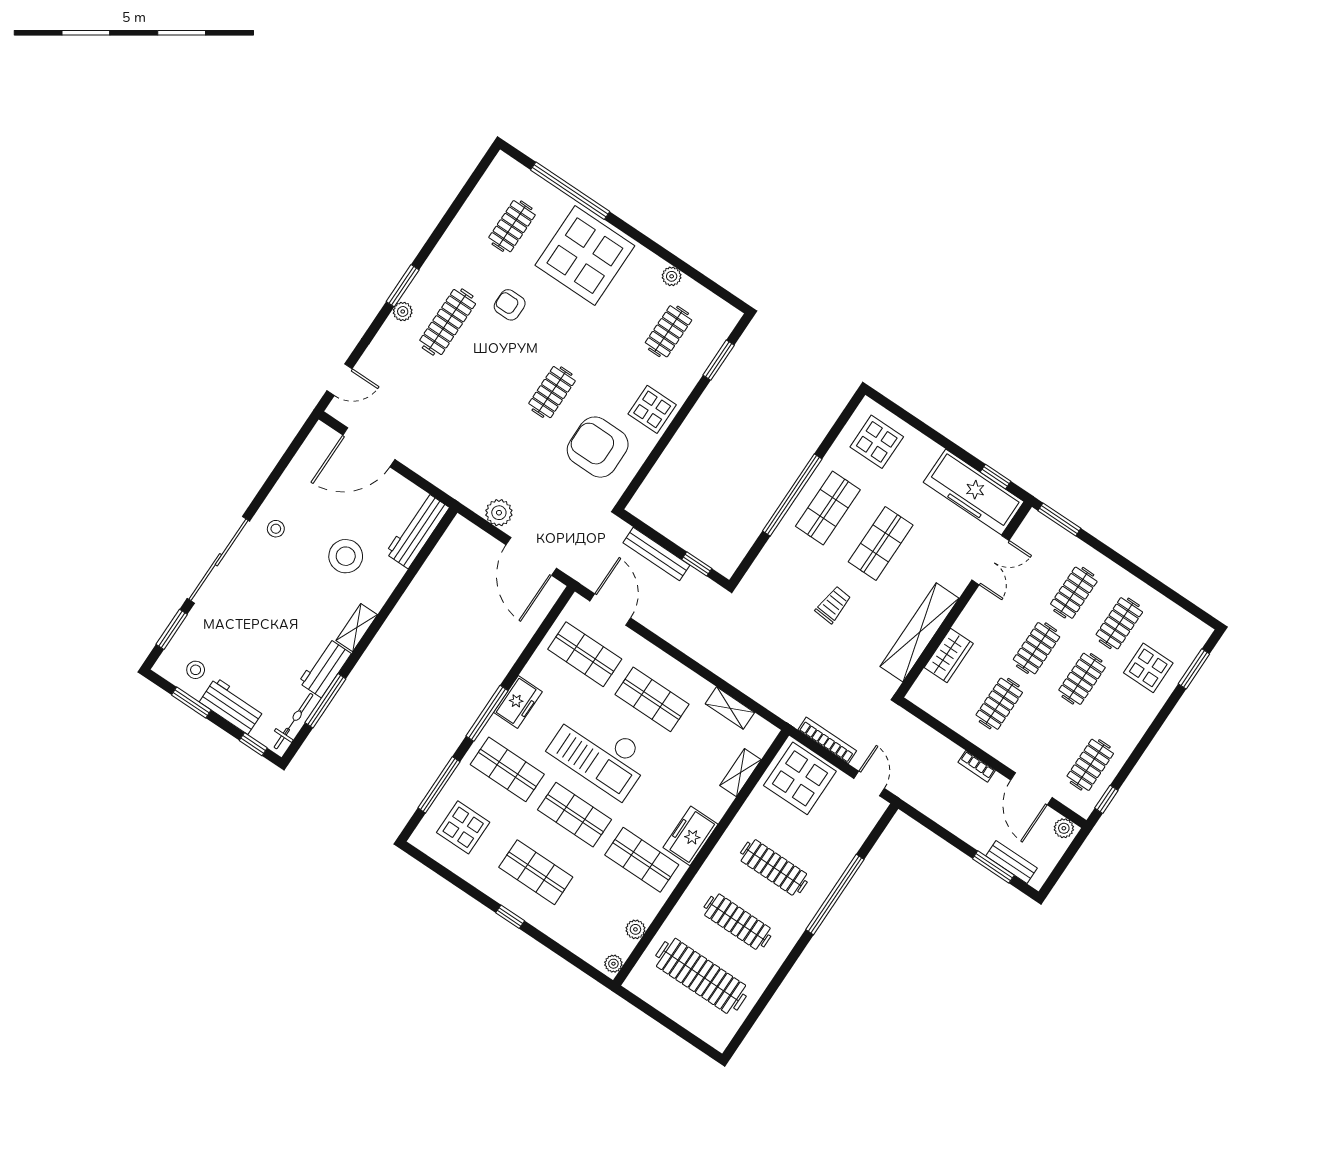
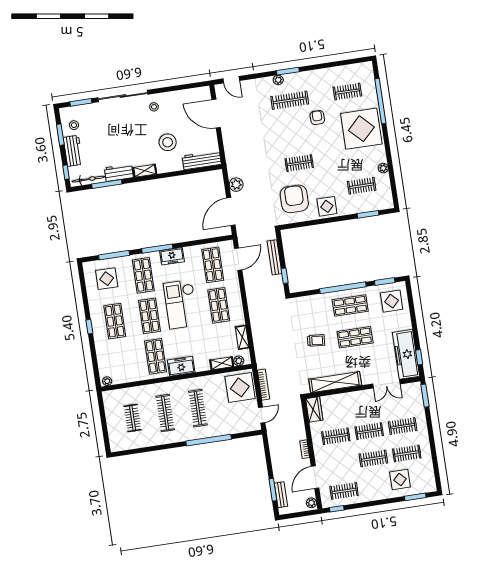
window: (839, 426) -> (385, 281), added
wardrobe: (949, 655) -> (314, 409), moved, turned -90
plant: (635, 929) -> (239, 361), moved
clothes rail: (701, 976) -> (133, 418), width x0.54, depth x0.76

